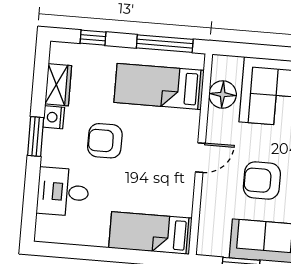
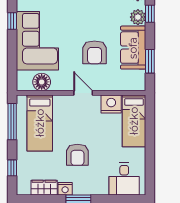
desk: (63, 192) -> (124, 179), moved
nightstand: (179, 200) -> (111, 104), added

